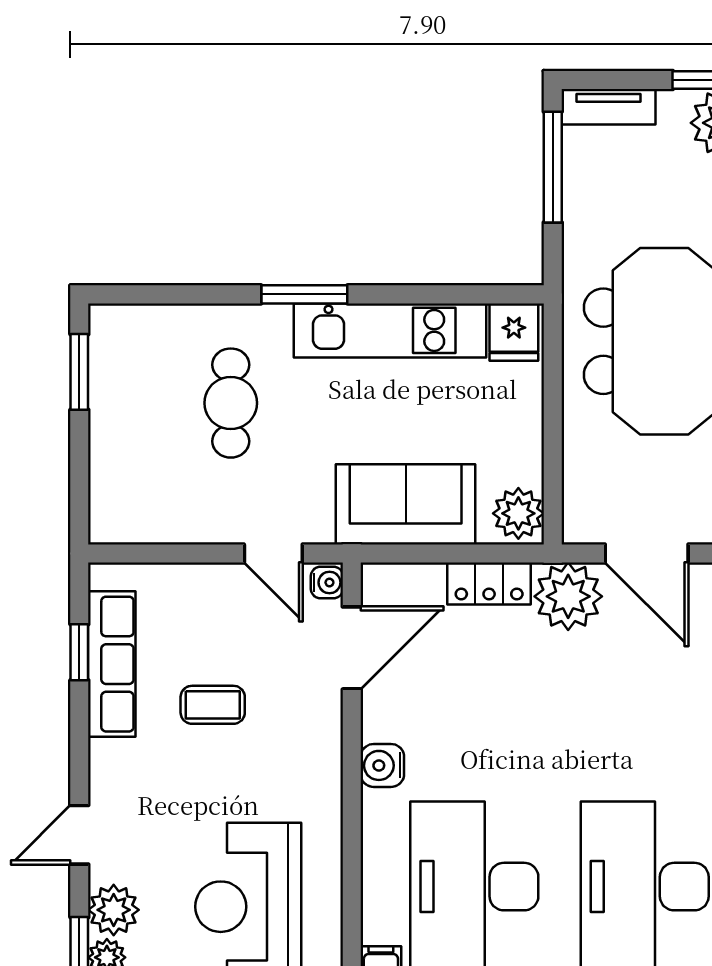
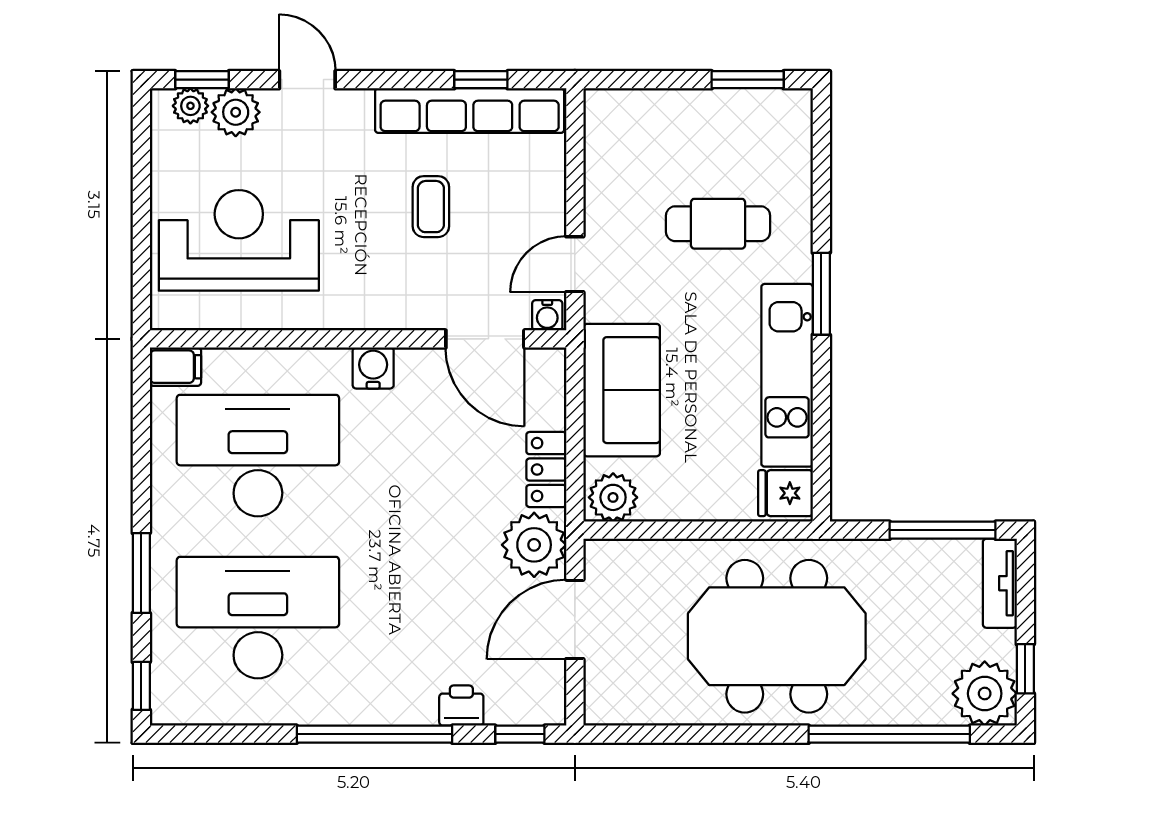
row of seats: (112, 664) -> (470, 111), width x1.36

